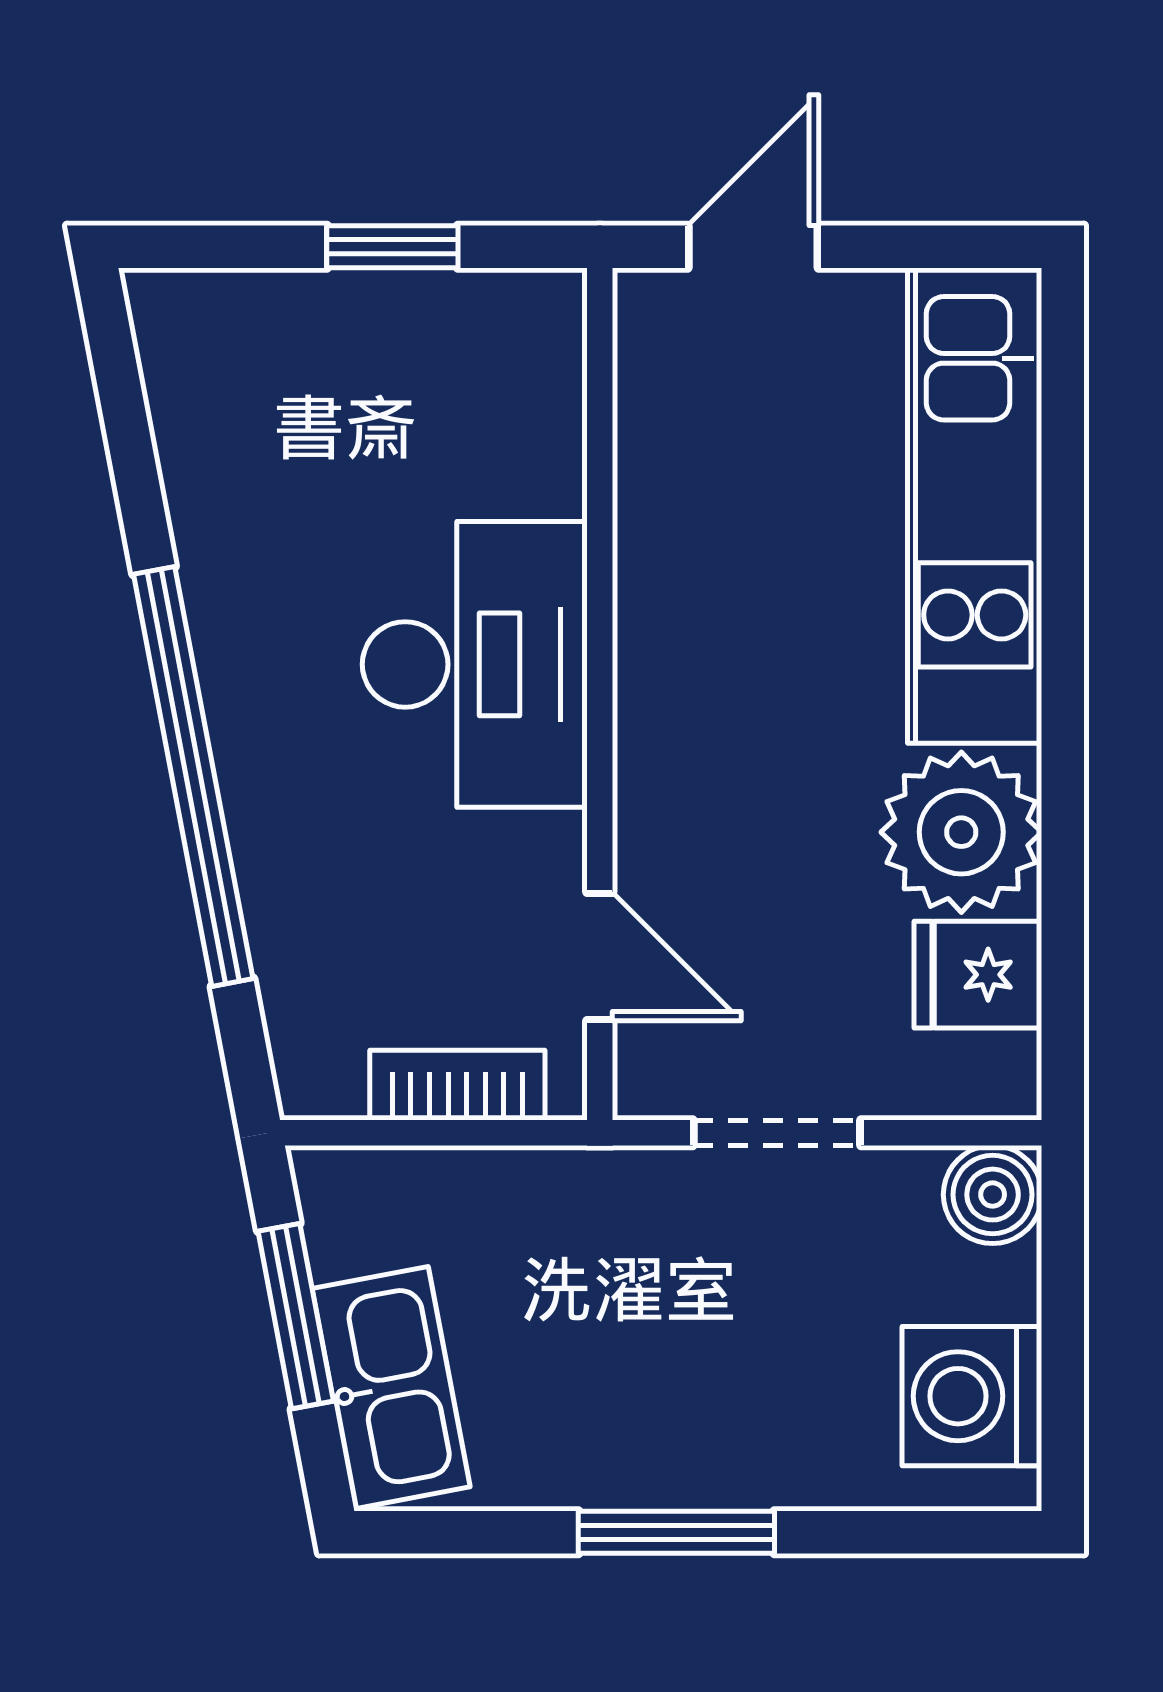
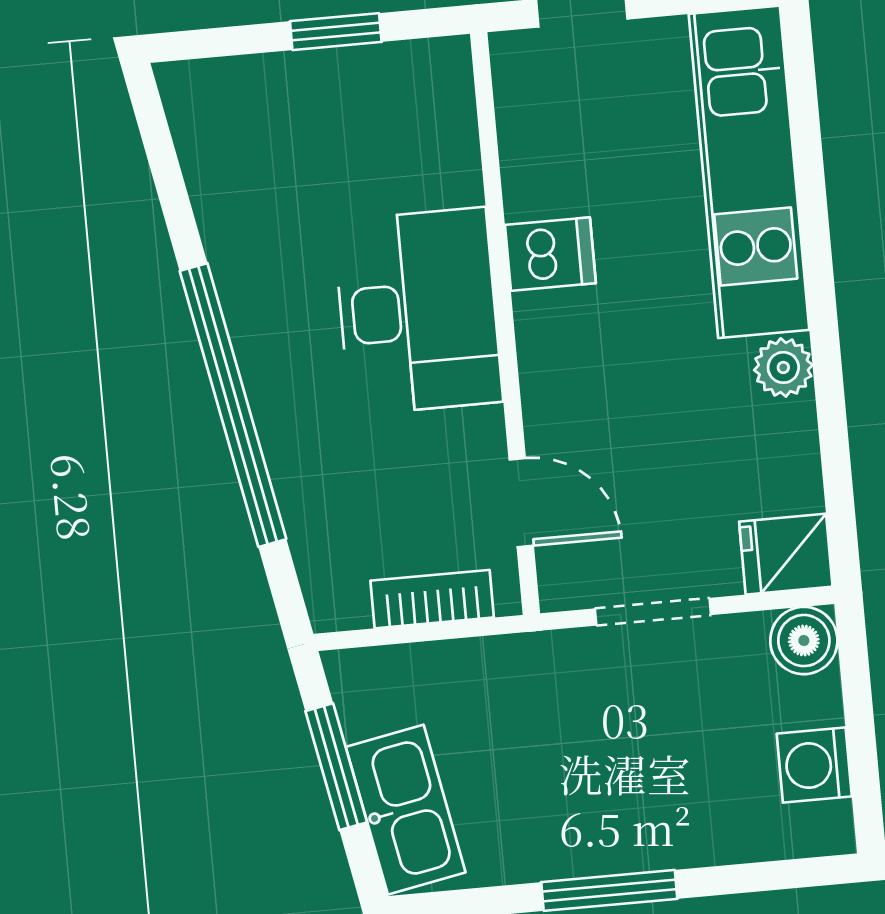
dishwasher: (675, 599) -> (550, 254), added
plant: (961, 832) -> (783, 367), width x0.53, depth x0.53
fridge: (978, 975) -> (786, 554), moved
washing machine: (972, 1396) -> (814, 765), width x0.73, depth x0.73

